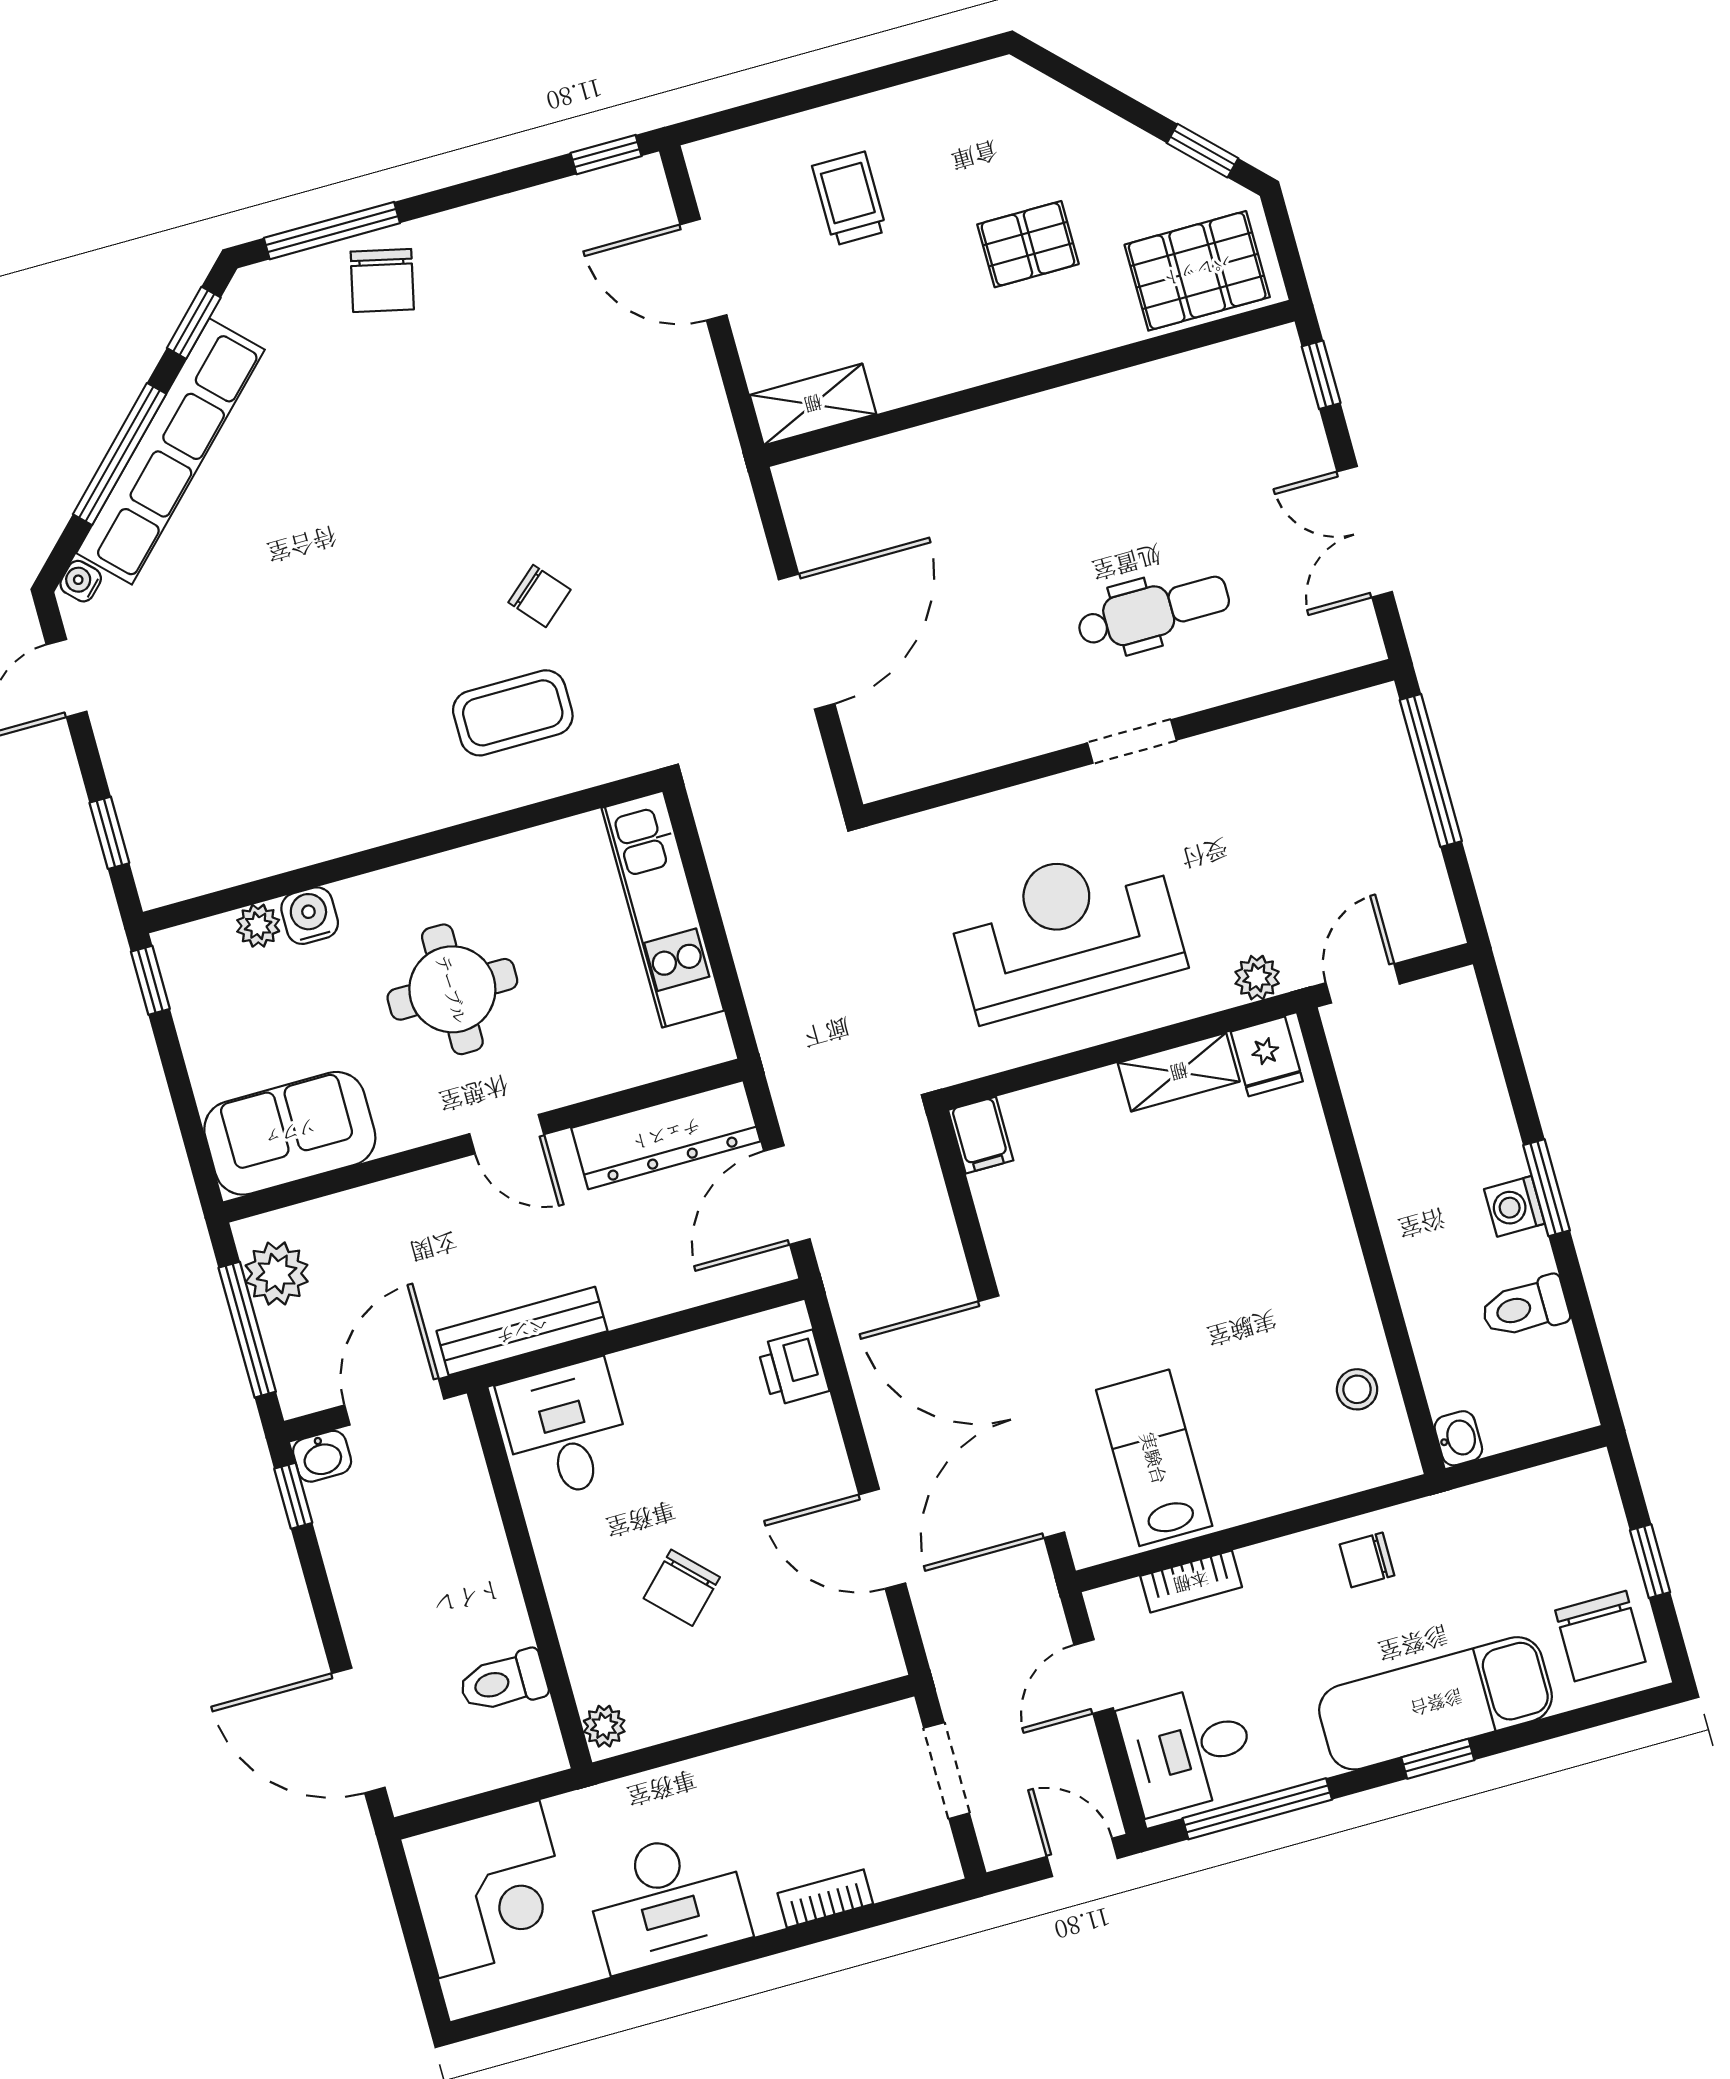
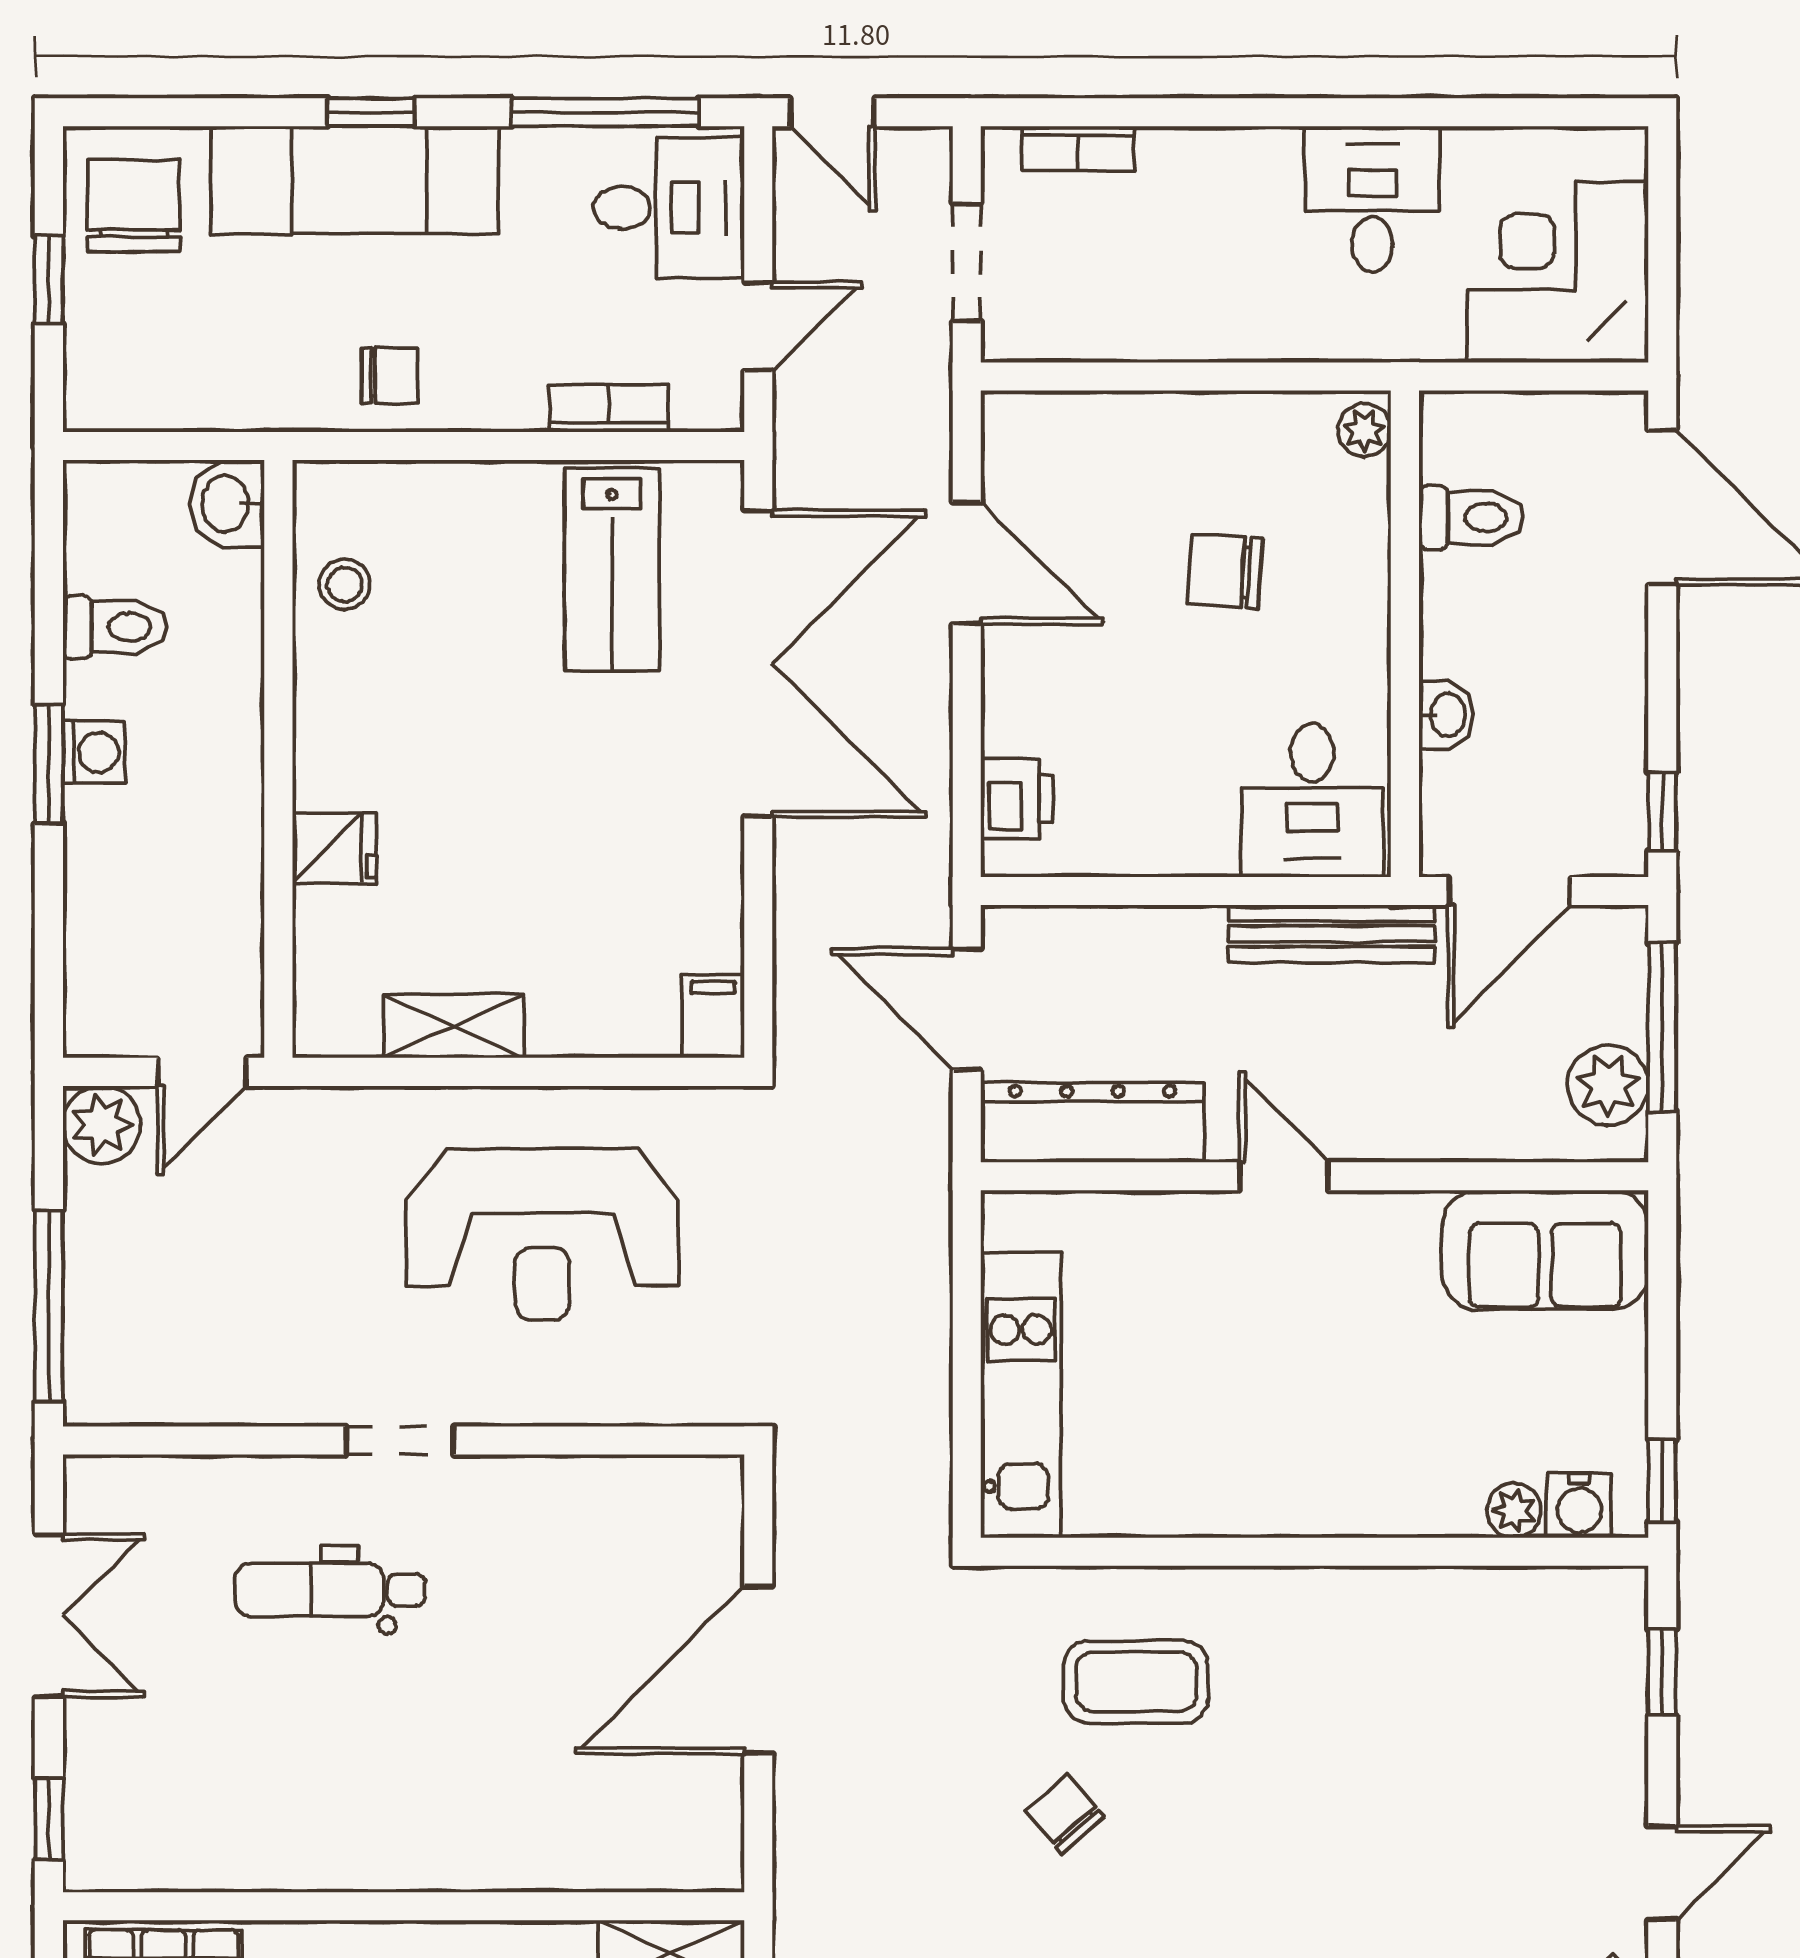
water cooler: (310, 916) -> (1579, 1505), moved
plant: (1257, 978) -> (102, 1125), moved, width x1.38, depth x1.38
round table: (452, 989) -> (1301, 1369), removed
fridge: (1267, 1056) -> (334, 848), moved, turned 90
door: (787, 1195) -> (967, 1009), swing flipped
washbasin: (1458, 1438) -> (227, 504), width x1.38, depth x1.45
washbasin: (322, 1456) -> (1446, 715), moved, turned 90
chair: (682, 1588) -> (1225, 571), turned -131
bookcase: (825, 1899) -> (1078, 149), moved
desk: (667, 1900) -> (1372, 199), width x0.73

